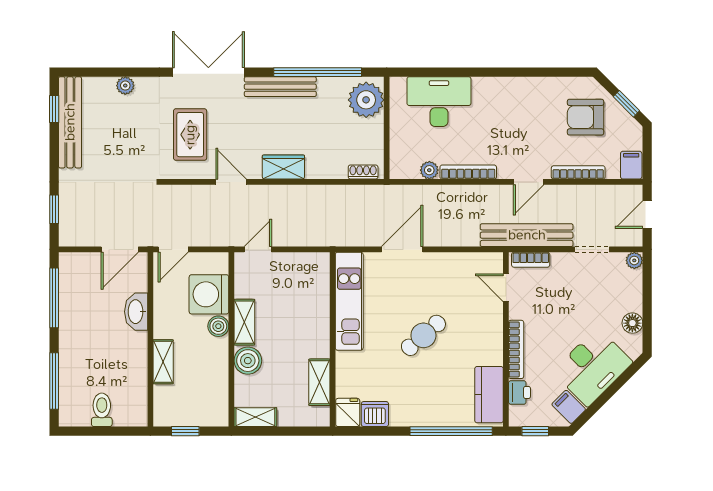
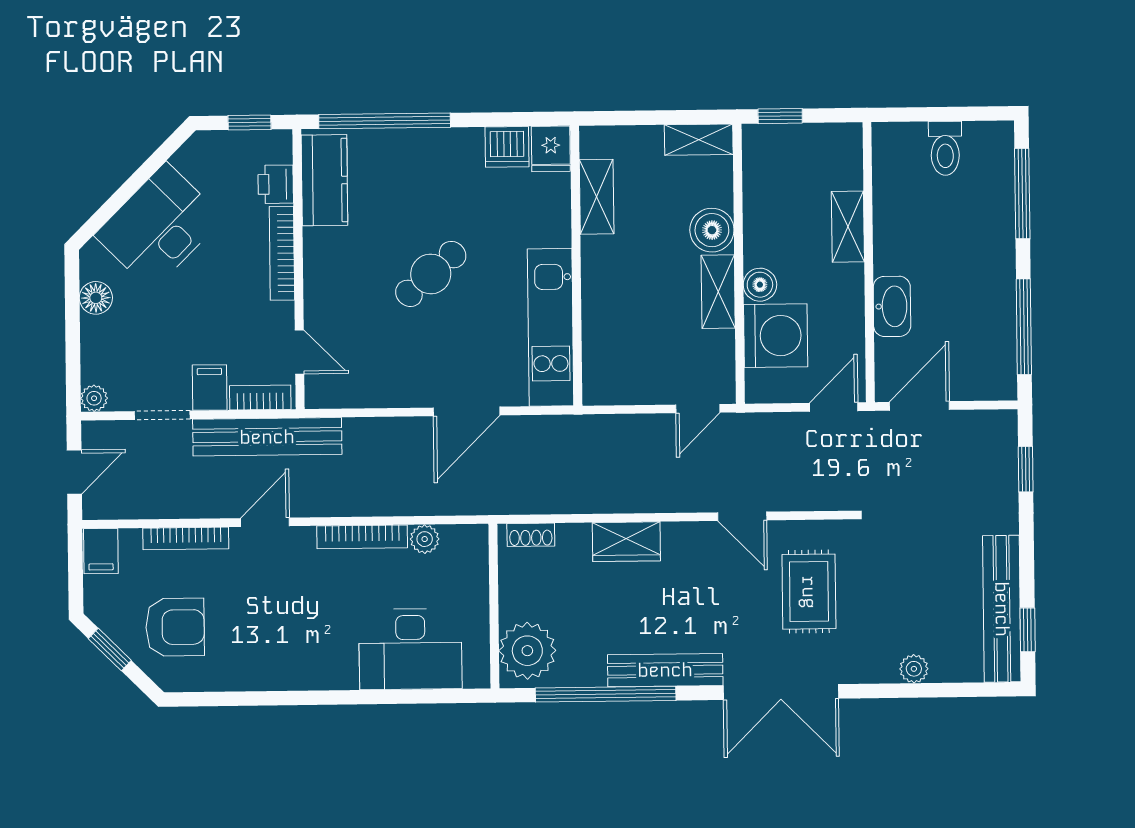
wardrobe: (283, 167) -> (626, 542), moved
filing cabinet: (569, 407) -> (210, 387), moved, turned -135
window: (185, 431) -> (780, 116), moved

